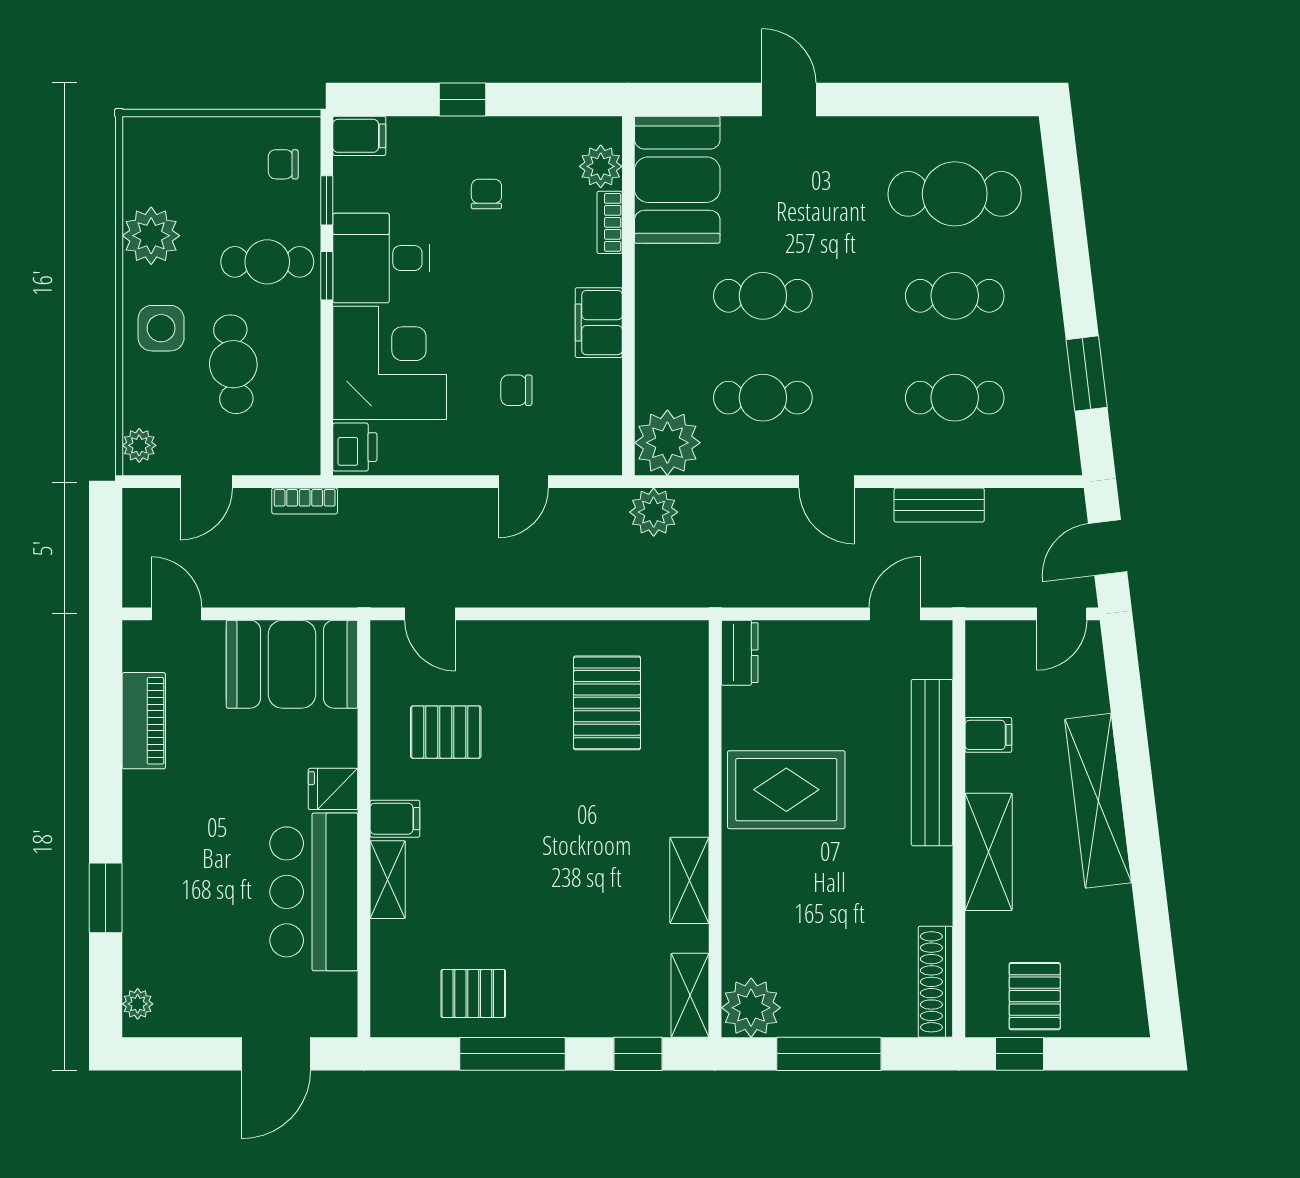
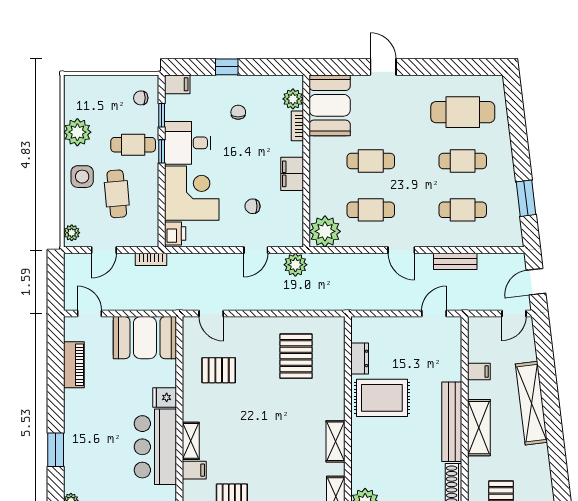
plant: (654, 512) -> (295, 265), moved
dresser: (740, 653) -> (360, 358), moved
bench: (932, 763) -> (452, 422), moved
filing cabinet: (395, 819) -> (194, 470), moved

